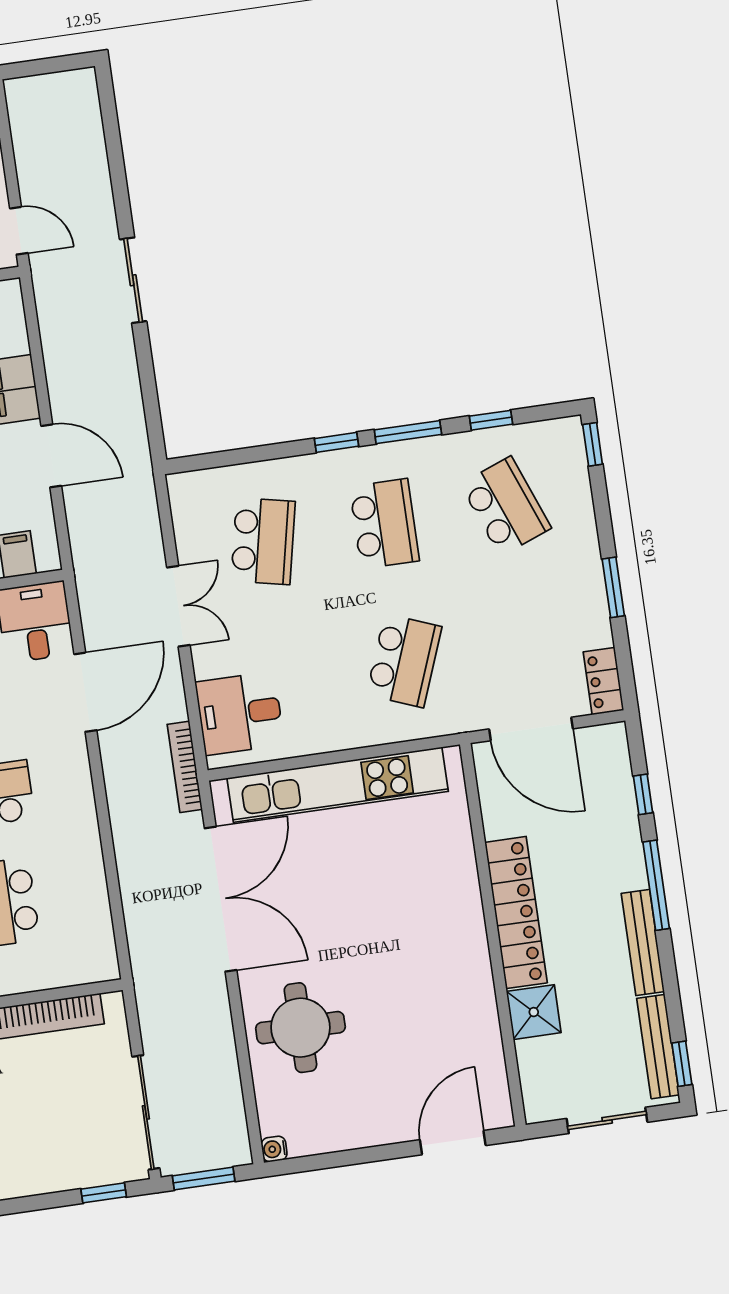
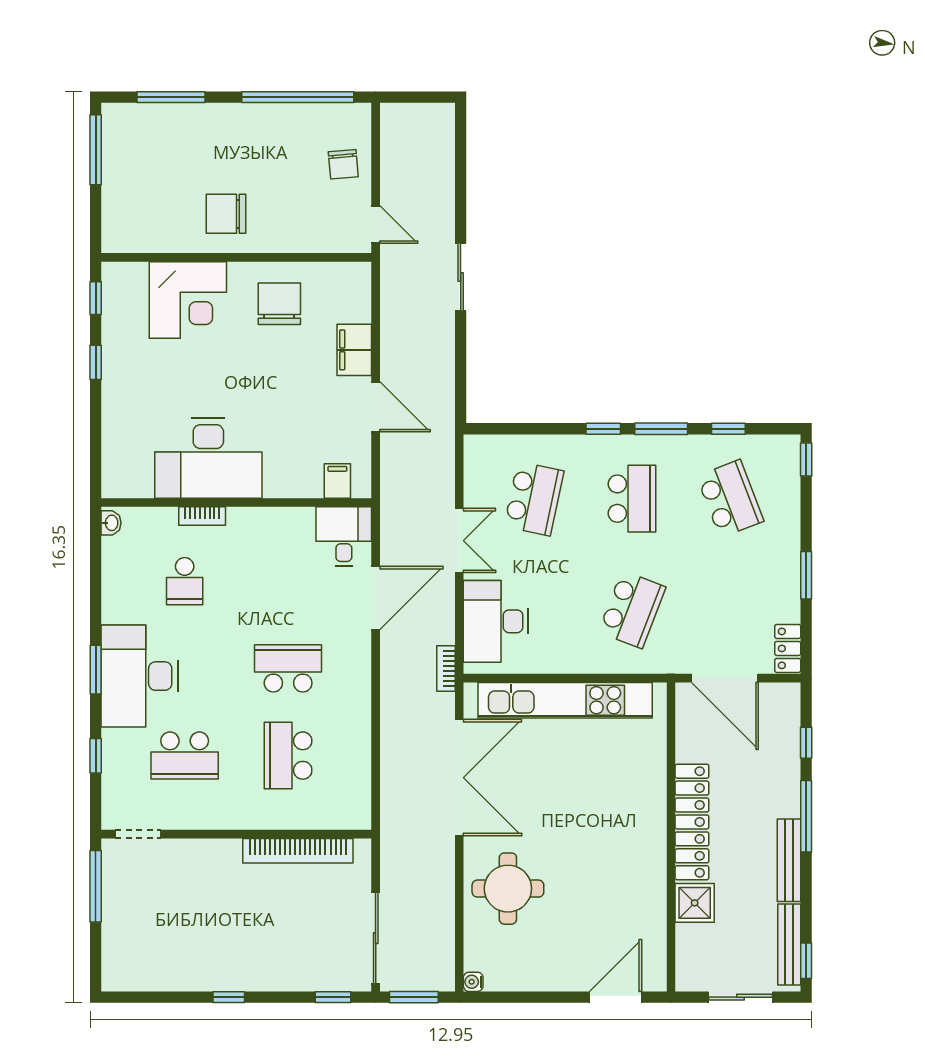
desk: (240, 713) -> (496, 621), width x1.37
bookcase: (185, 767) -> (446, 669), width x0.64

